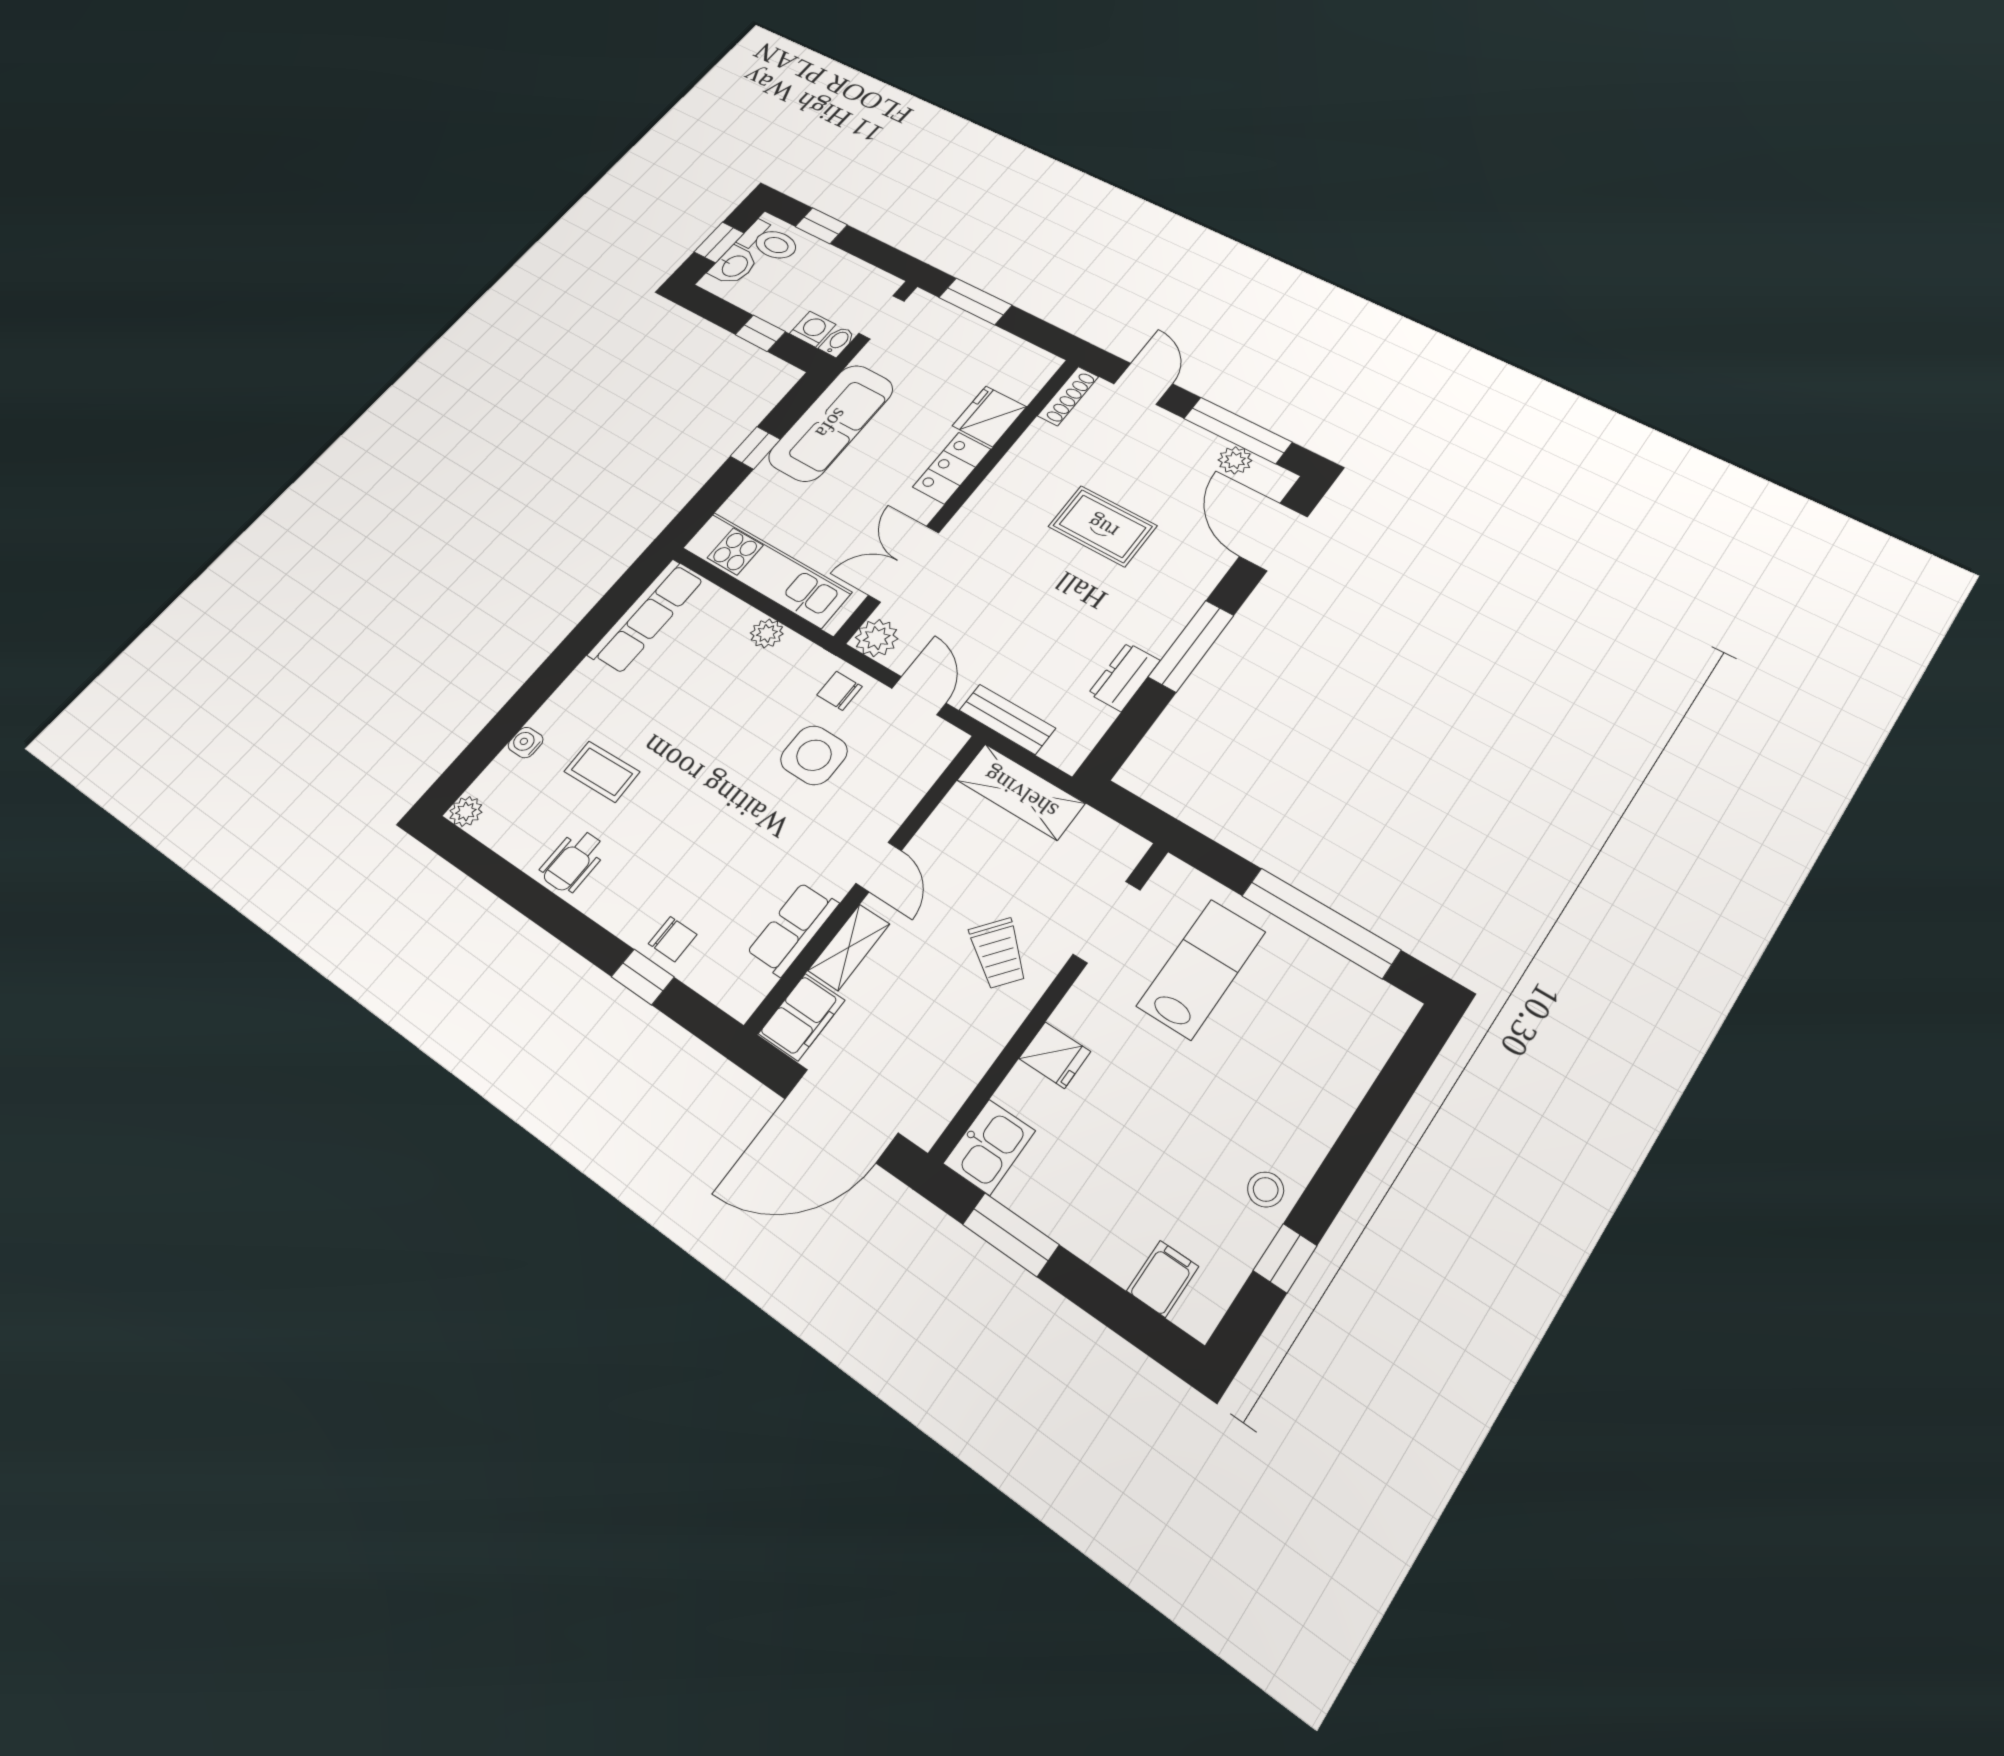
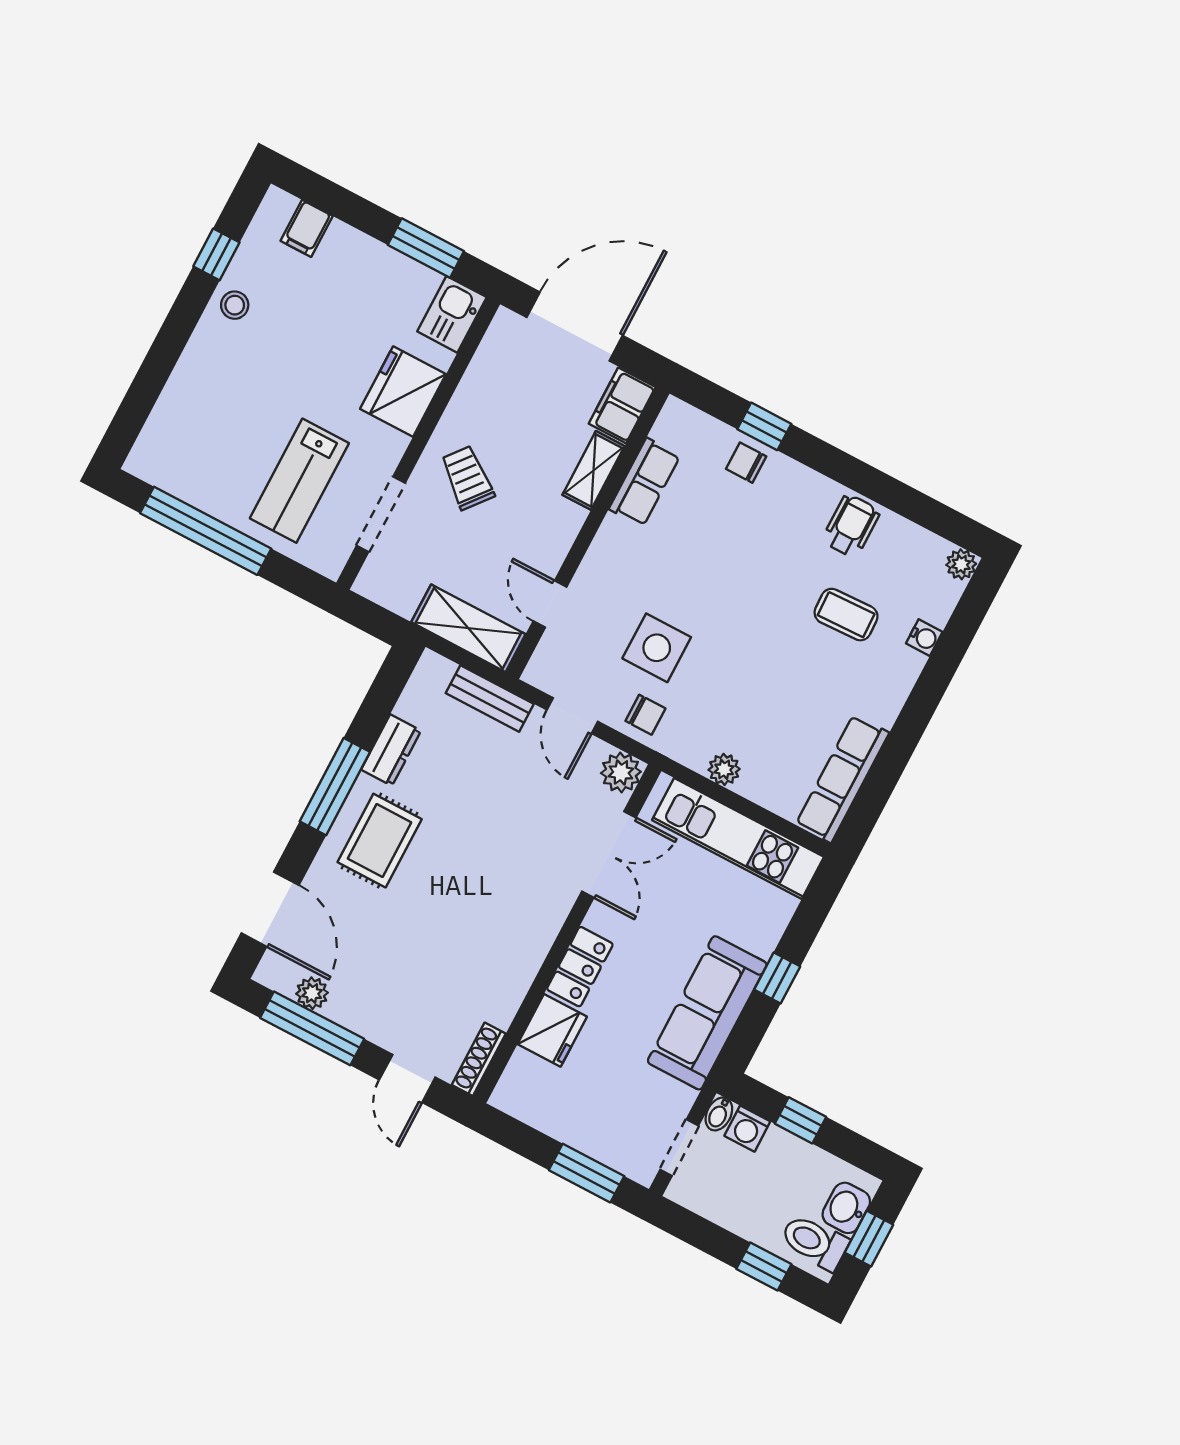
rug: (1103, 526) -> (380, 841), moved, turned 90
door: (879, 867) -> (550, 604), moved
fridge: (1055, 1055) -> (403, 392), width x1.88, depth x1.34

